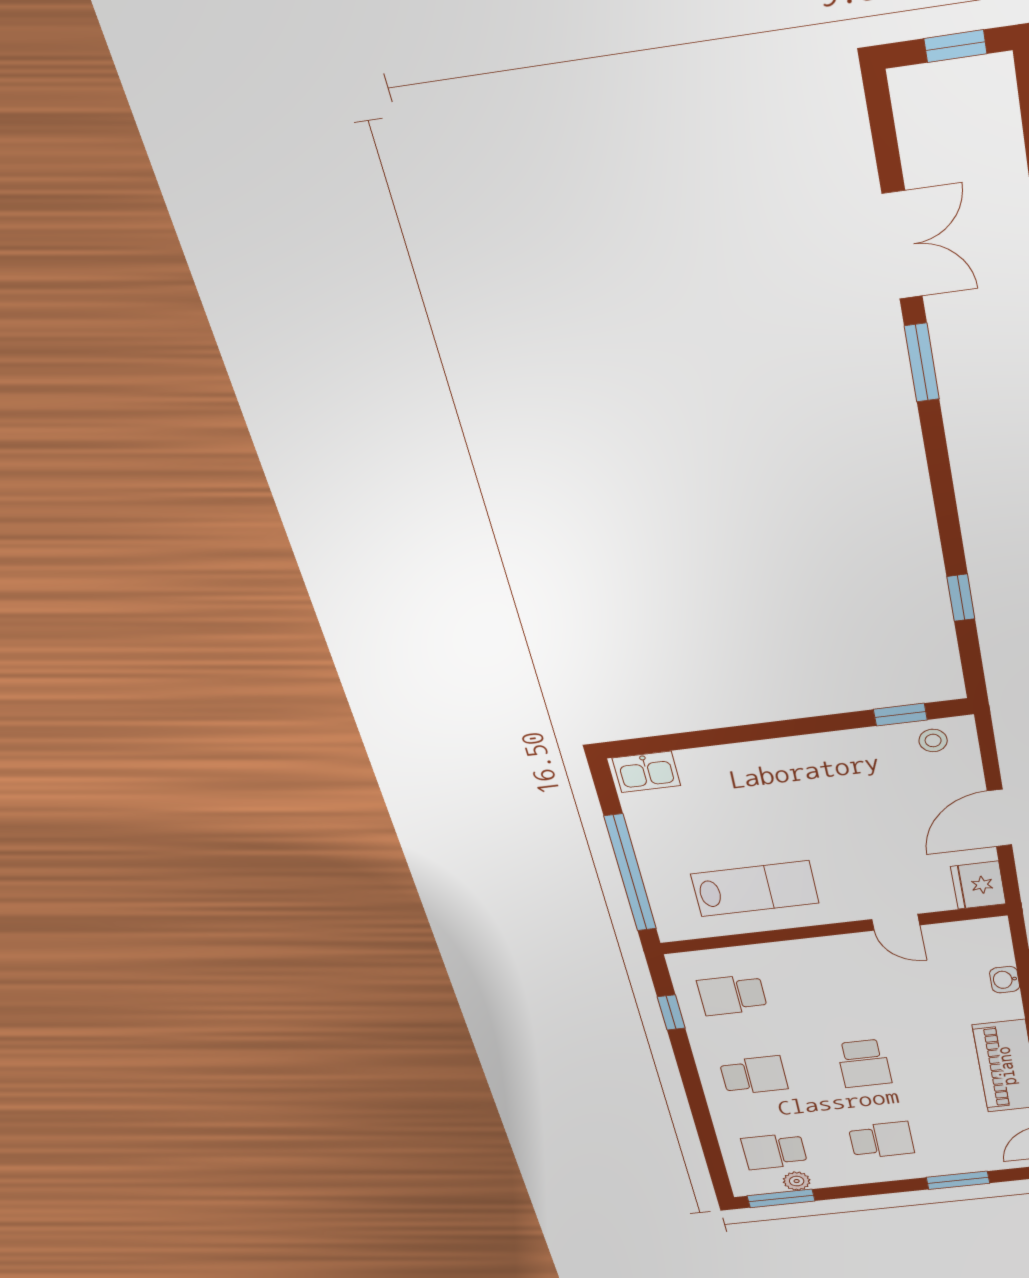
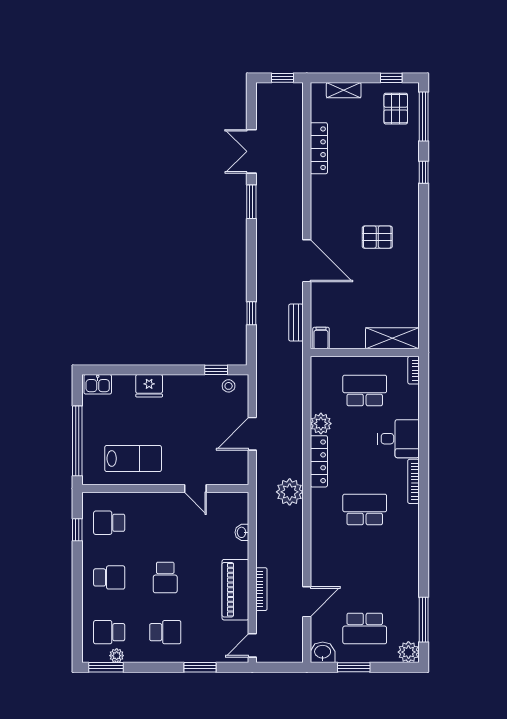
double door: (902, 245) -> (251, 151), swing flipped
fridge: (978, 885) -> (149, 386), moved, turned -90

